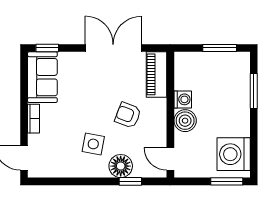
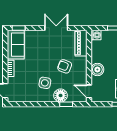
double door: (113, 48) -> (56, 28), width x0.73
washing machine: (183, 99) -> (96, 35), moved

